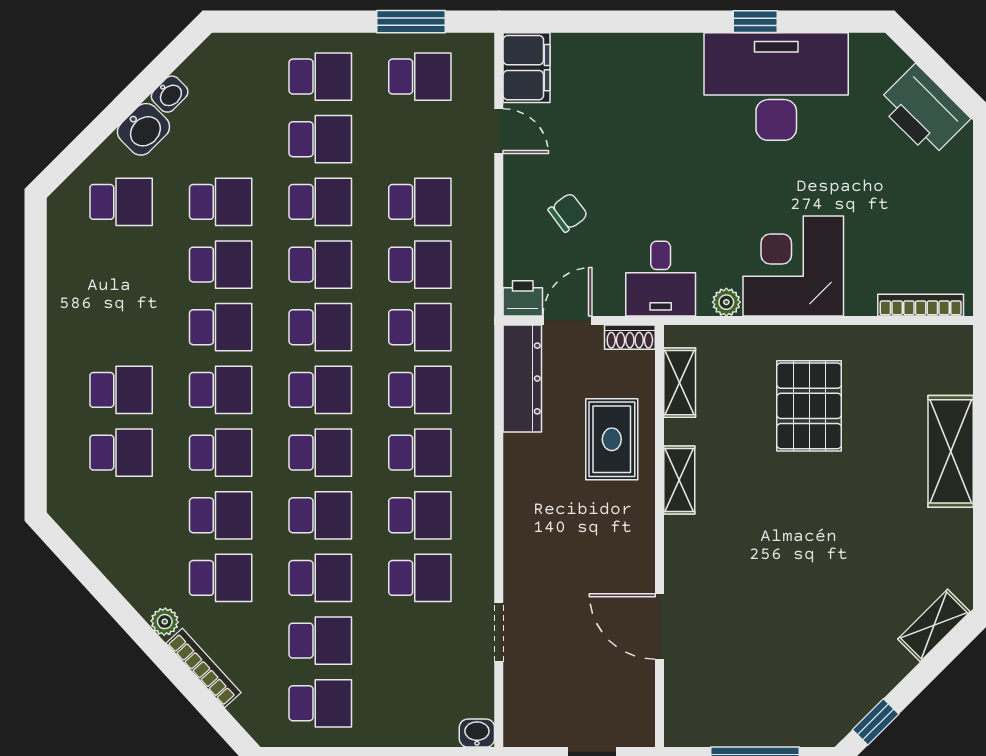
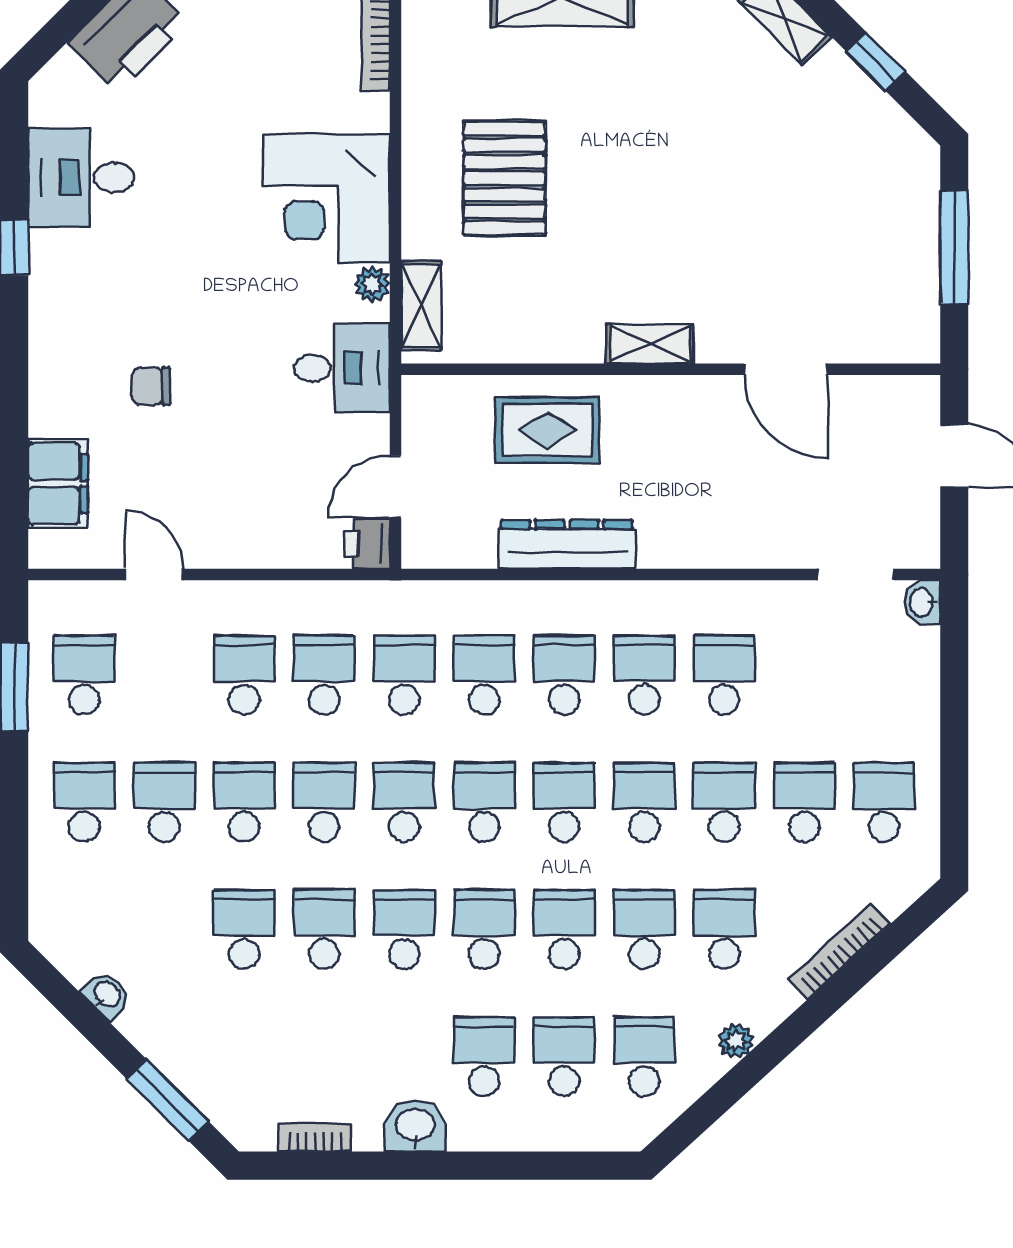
filing cabinet: (527, 68) -> (58, 483), moved, turned 90
desk: (776, 87) -> (81, 177), width x0.53, depth x0.77
washbasin: (143, 129) -> (416, 1126), moved, turned -45
door: (499, 131) -> (154, 574), hinge flipped
window: (87, 142) -> (167, 1100), added
school desk: (121, 202) -> (644, 1057), moved
chair: (568, 212) -> (151, 386), moved, turned -53
bookcase: (58, 258) -> (315, 1137), added
door: (567, 321) -> (396, 487), hinge flipped
shoe rack: (630, 337) -> (417, 407), removed
dresser: (522, 378) -> (567, 544), moved
shelving: (680, 383) -> (421, 305), moved, turned 90
pallet: (809, 406) -> (505, 178), turned 90
shelving: (679, 480) -> (650, 344), moved
plant: (165, 622) -> (736, 1041), moved
door: (660, 626) -> (786, 369), hinge flipped
doorway: (499, 632) -> (856, 574), moved
window: (876, 722) -> (876, 62), moved

